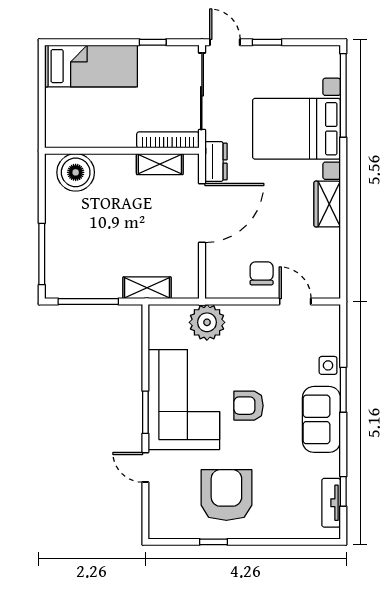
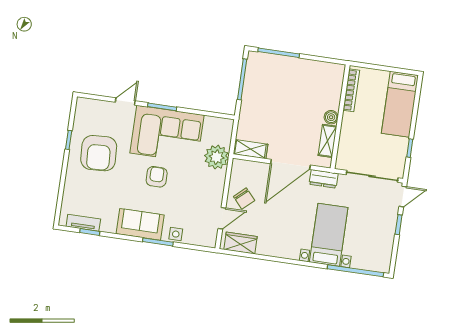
bed with nightstands: (297, 129) -> (329, 235), width x0.73
bookcase: (168, 140) -> (351, 90), moved
boiler: (76, 172) -> (331, 117), moved, width x0.54, depth x0.54
wardrobe: (327, 204) -> (241, 243), moved
door: (202, 213) -> (290, 164), hinge flipped
chair: (262, 273) -> (244, 198), turned 48
shelving: (147, 288) -> (250, 149), moved, turned 90
armchair: (226, 495) -> (99, 153), turned 87

